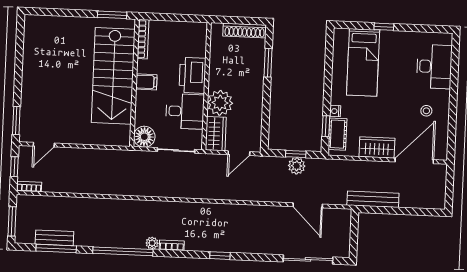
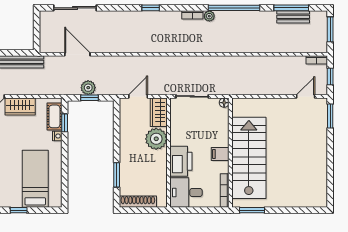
desk: (185, 111) -> (186, 192), moved
floor lamp: (144, 137) -> (224, 103), width x0.53, depth x0.53

